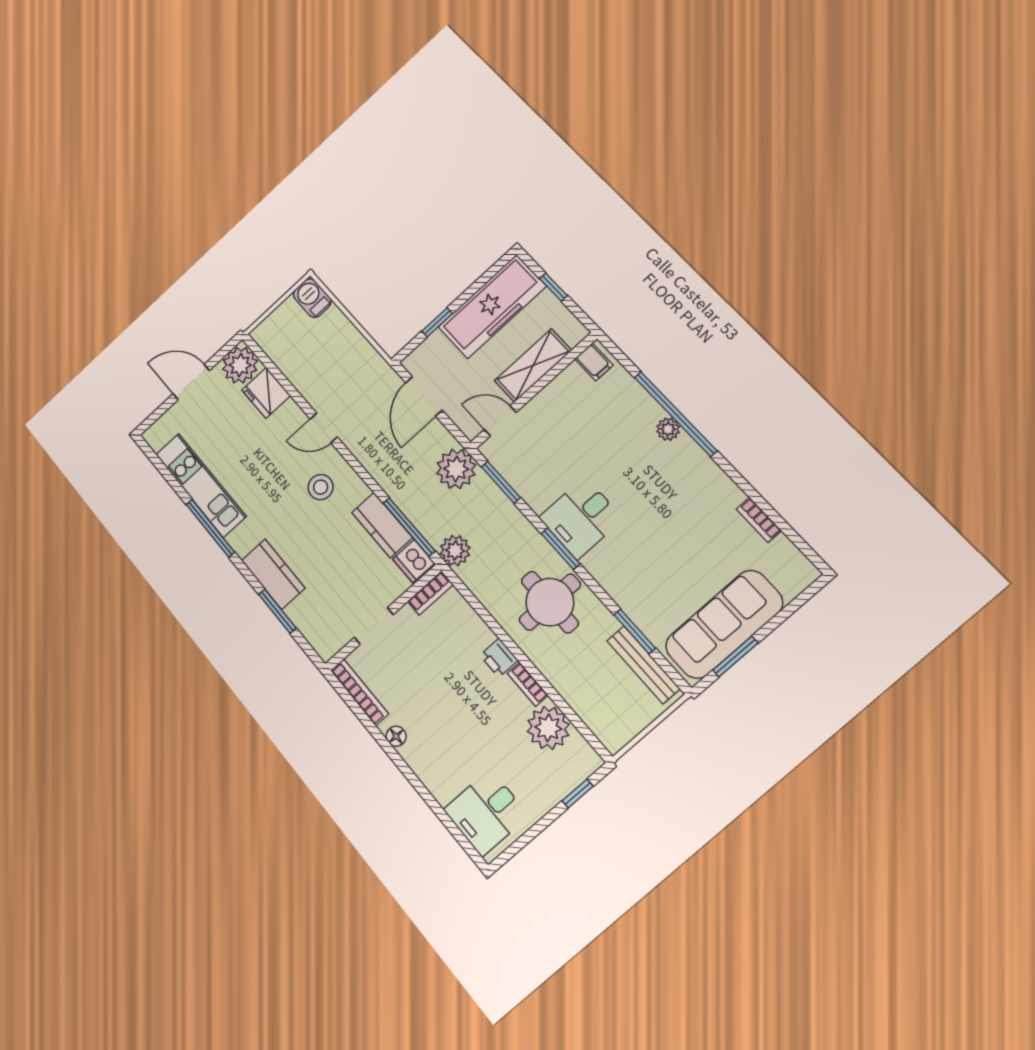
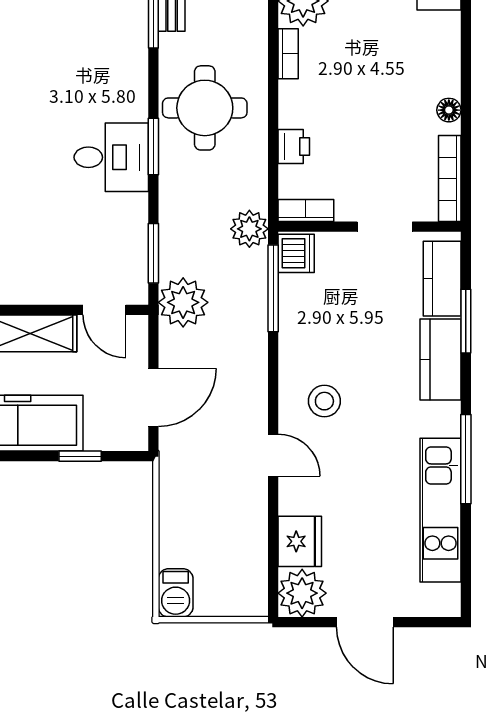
kitchen counter: (382, 525) -> (442, 279), moved, turned 180
printer: (499, 658) -> (294, 147), moved

